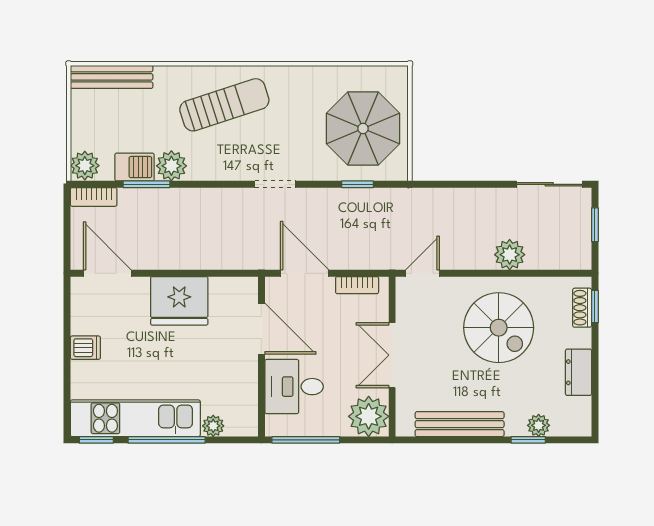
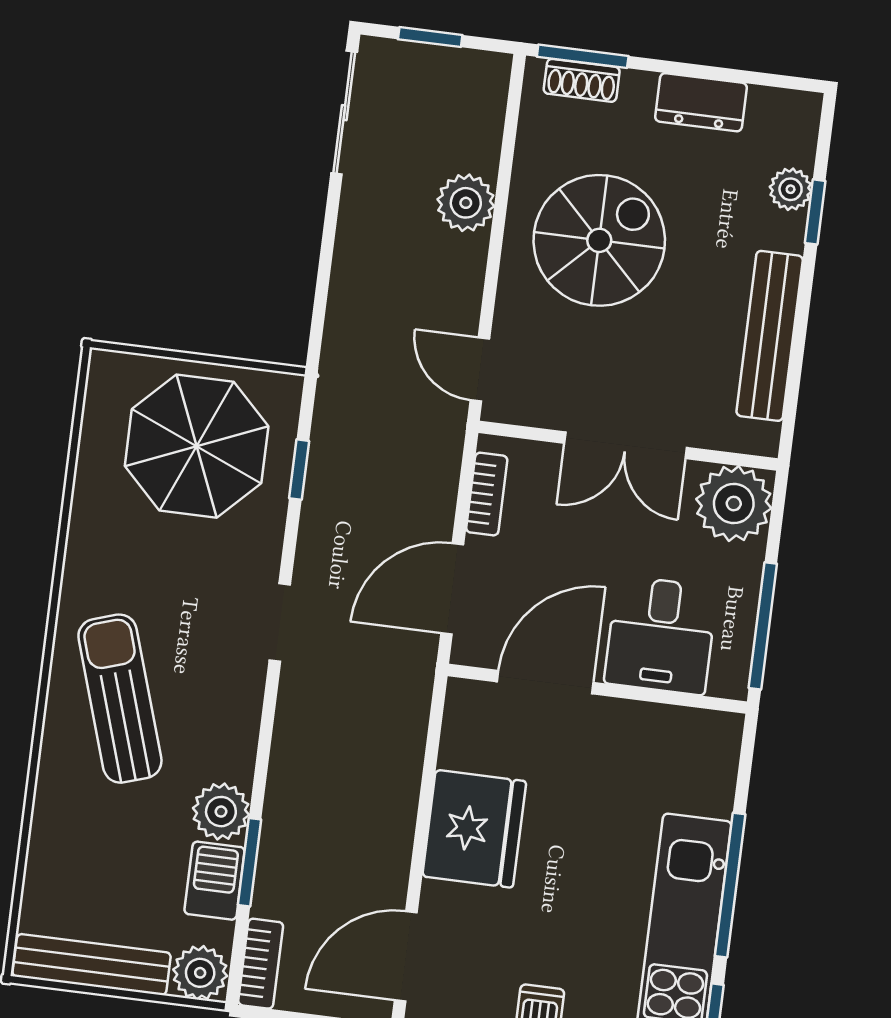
bench: (112, 77) -> (92, 965), moved, turned 90
window: (595, 307) -> (583, 56), width x1.50
plant: (213, 426) -> (715, 795), removed

